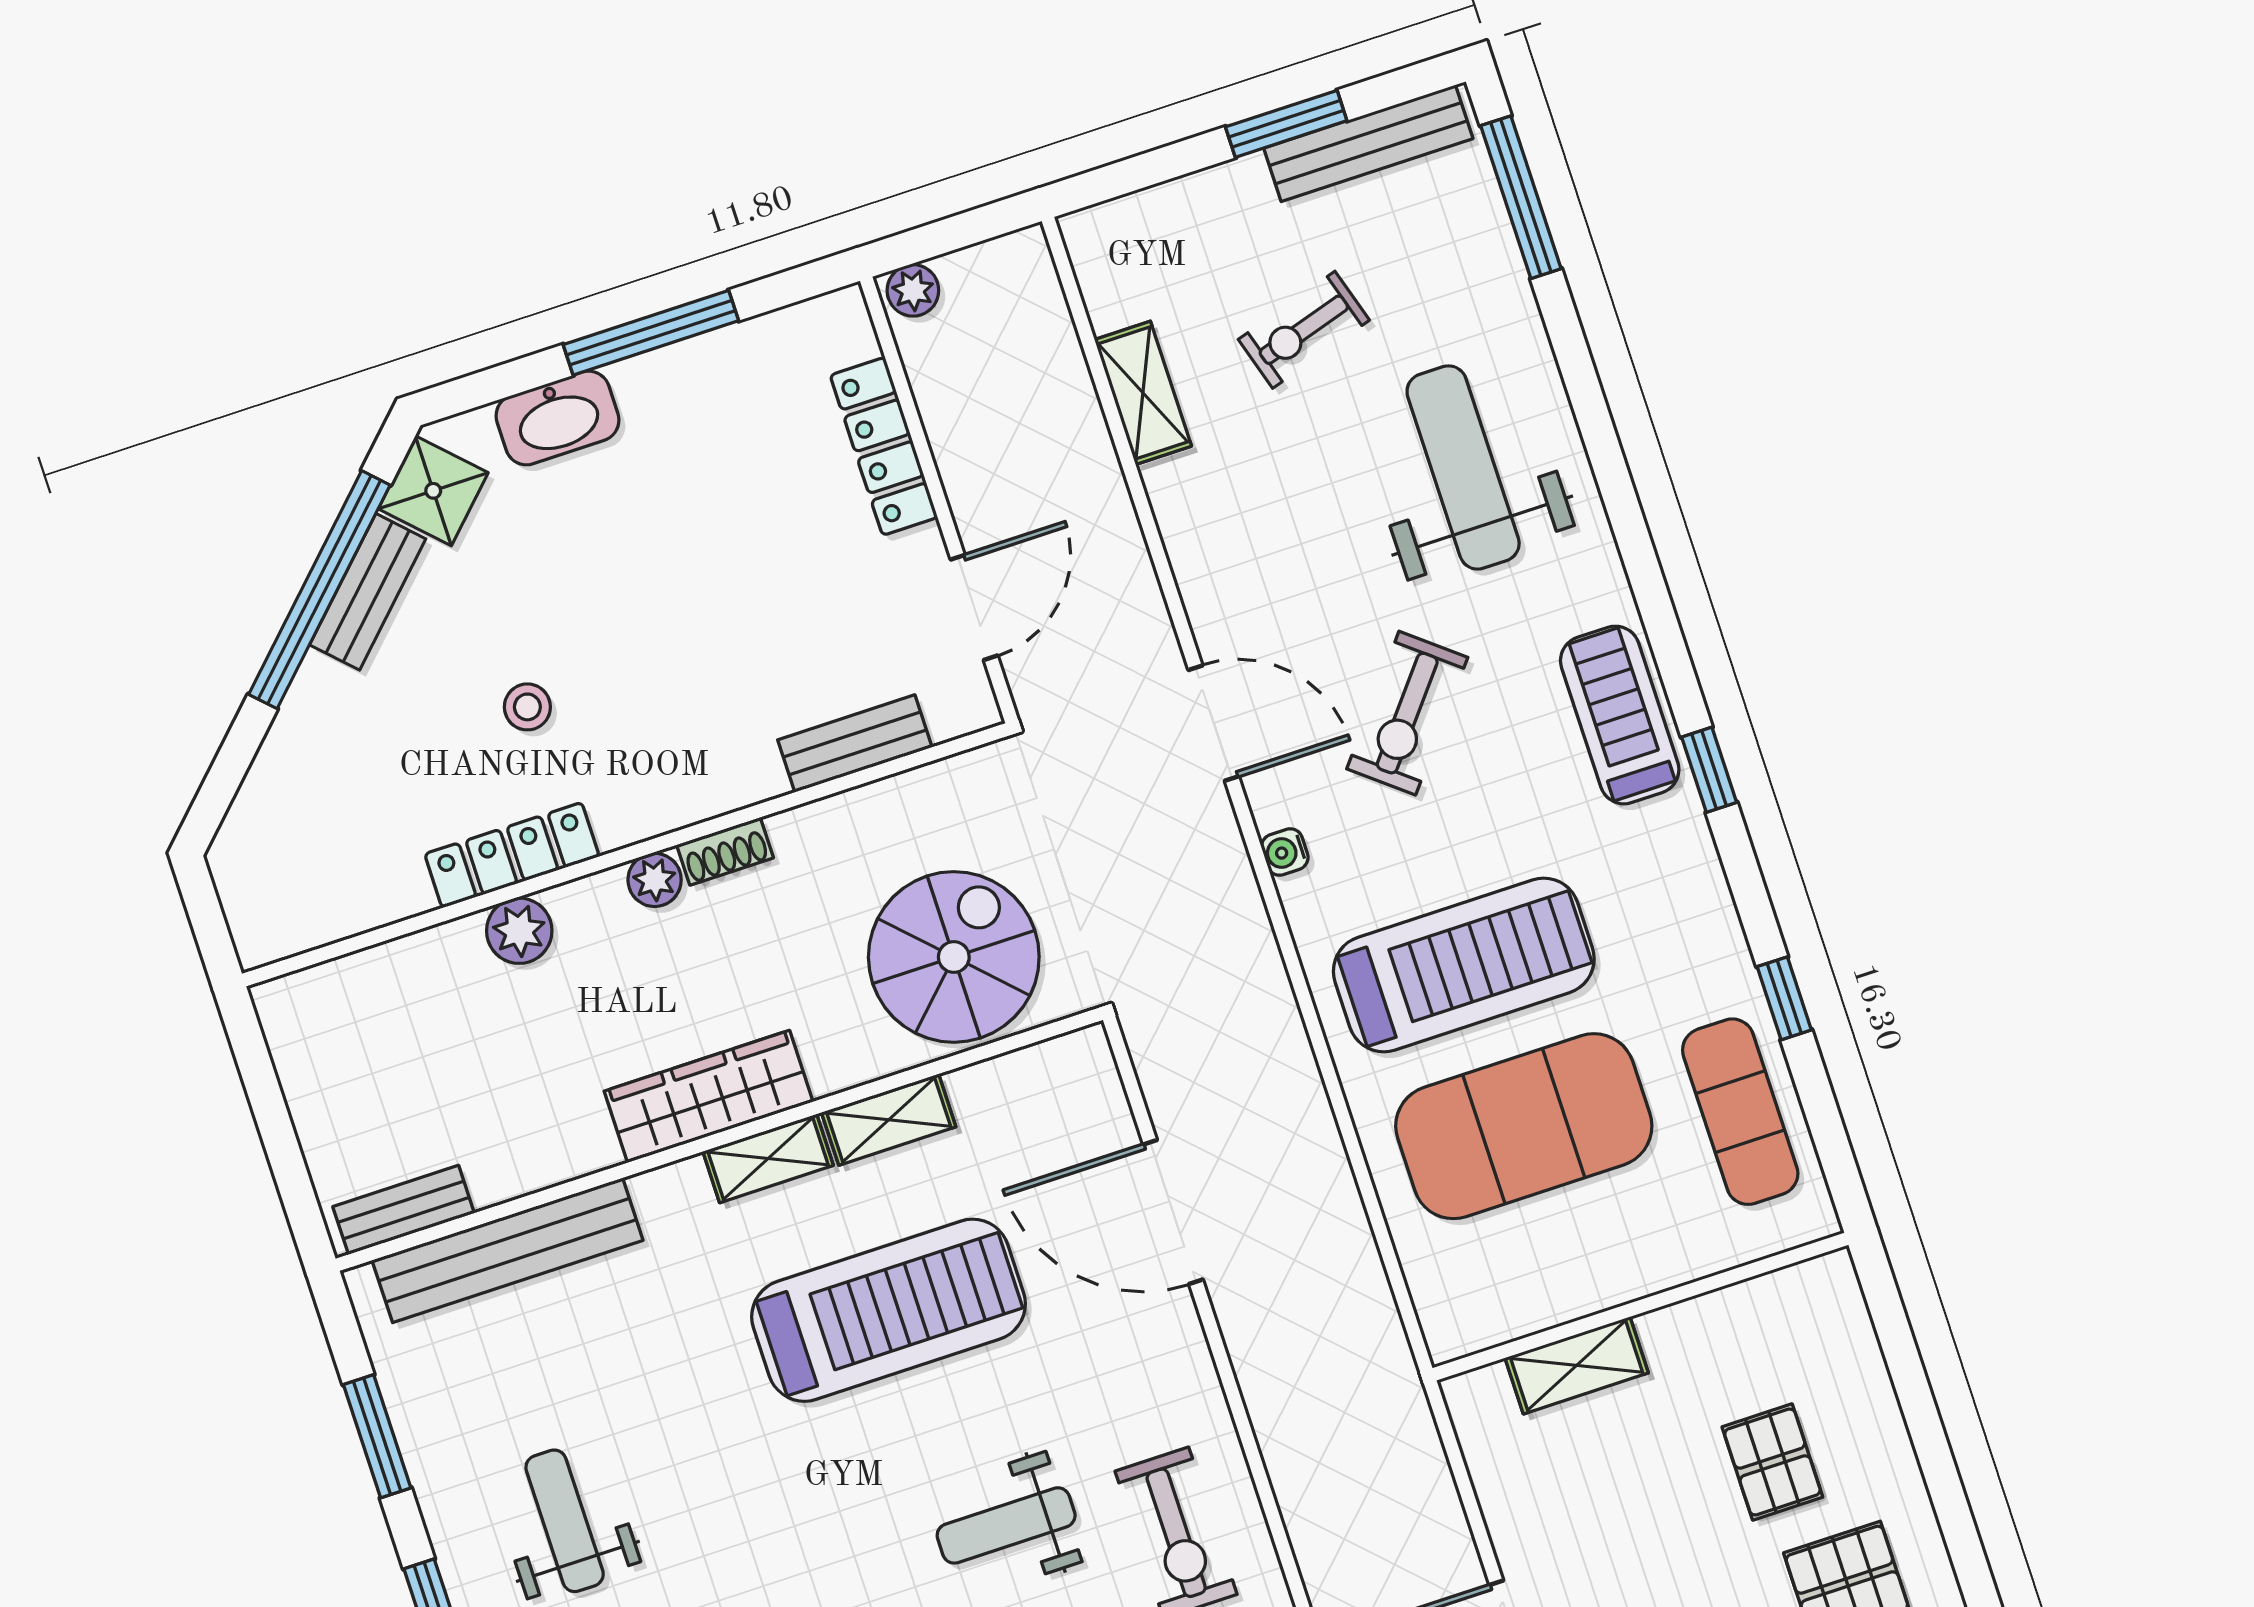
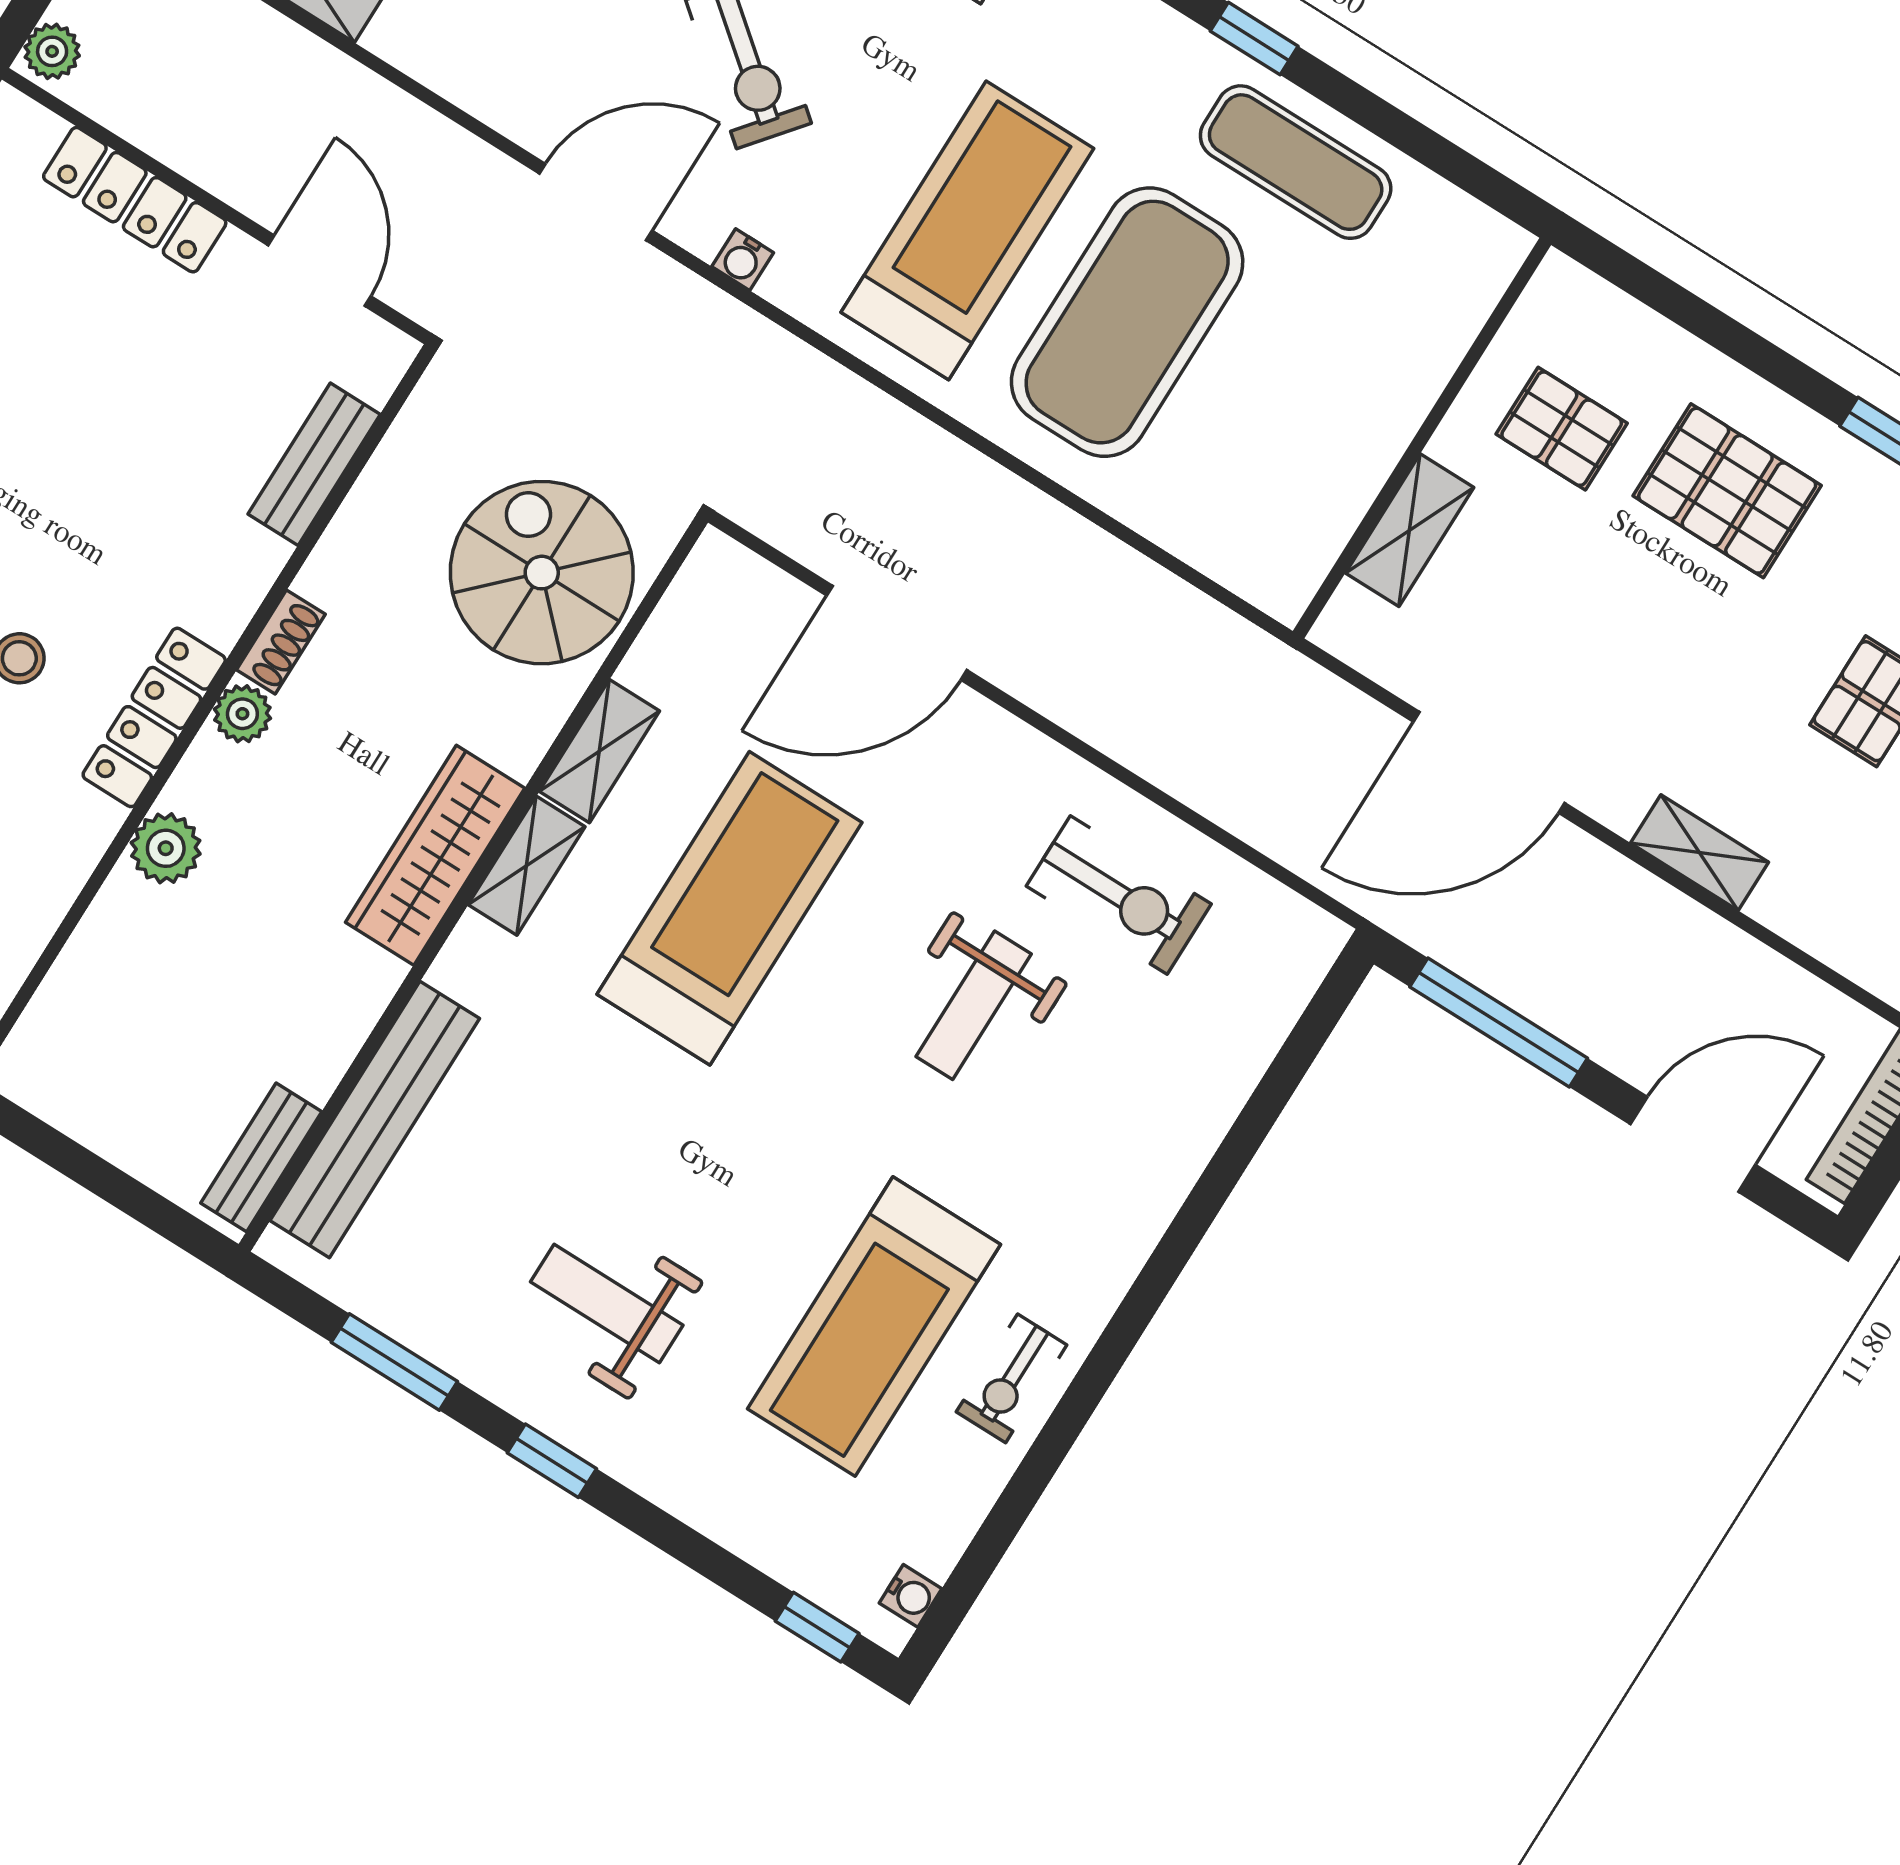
locker: (512, 855) -> (154, 717), moved
wall: (1640, 1307) -> (1422, 438), moved
shelving: (1577, 1365) -> (1410, 530), moved

